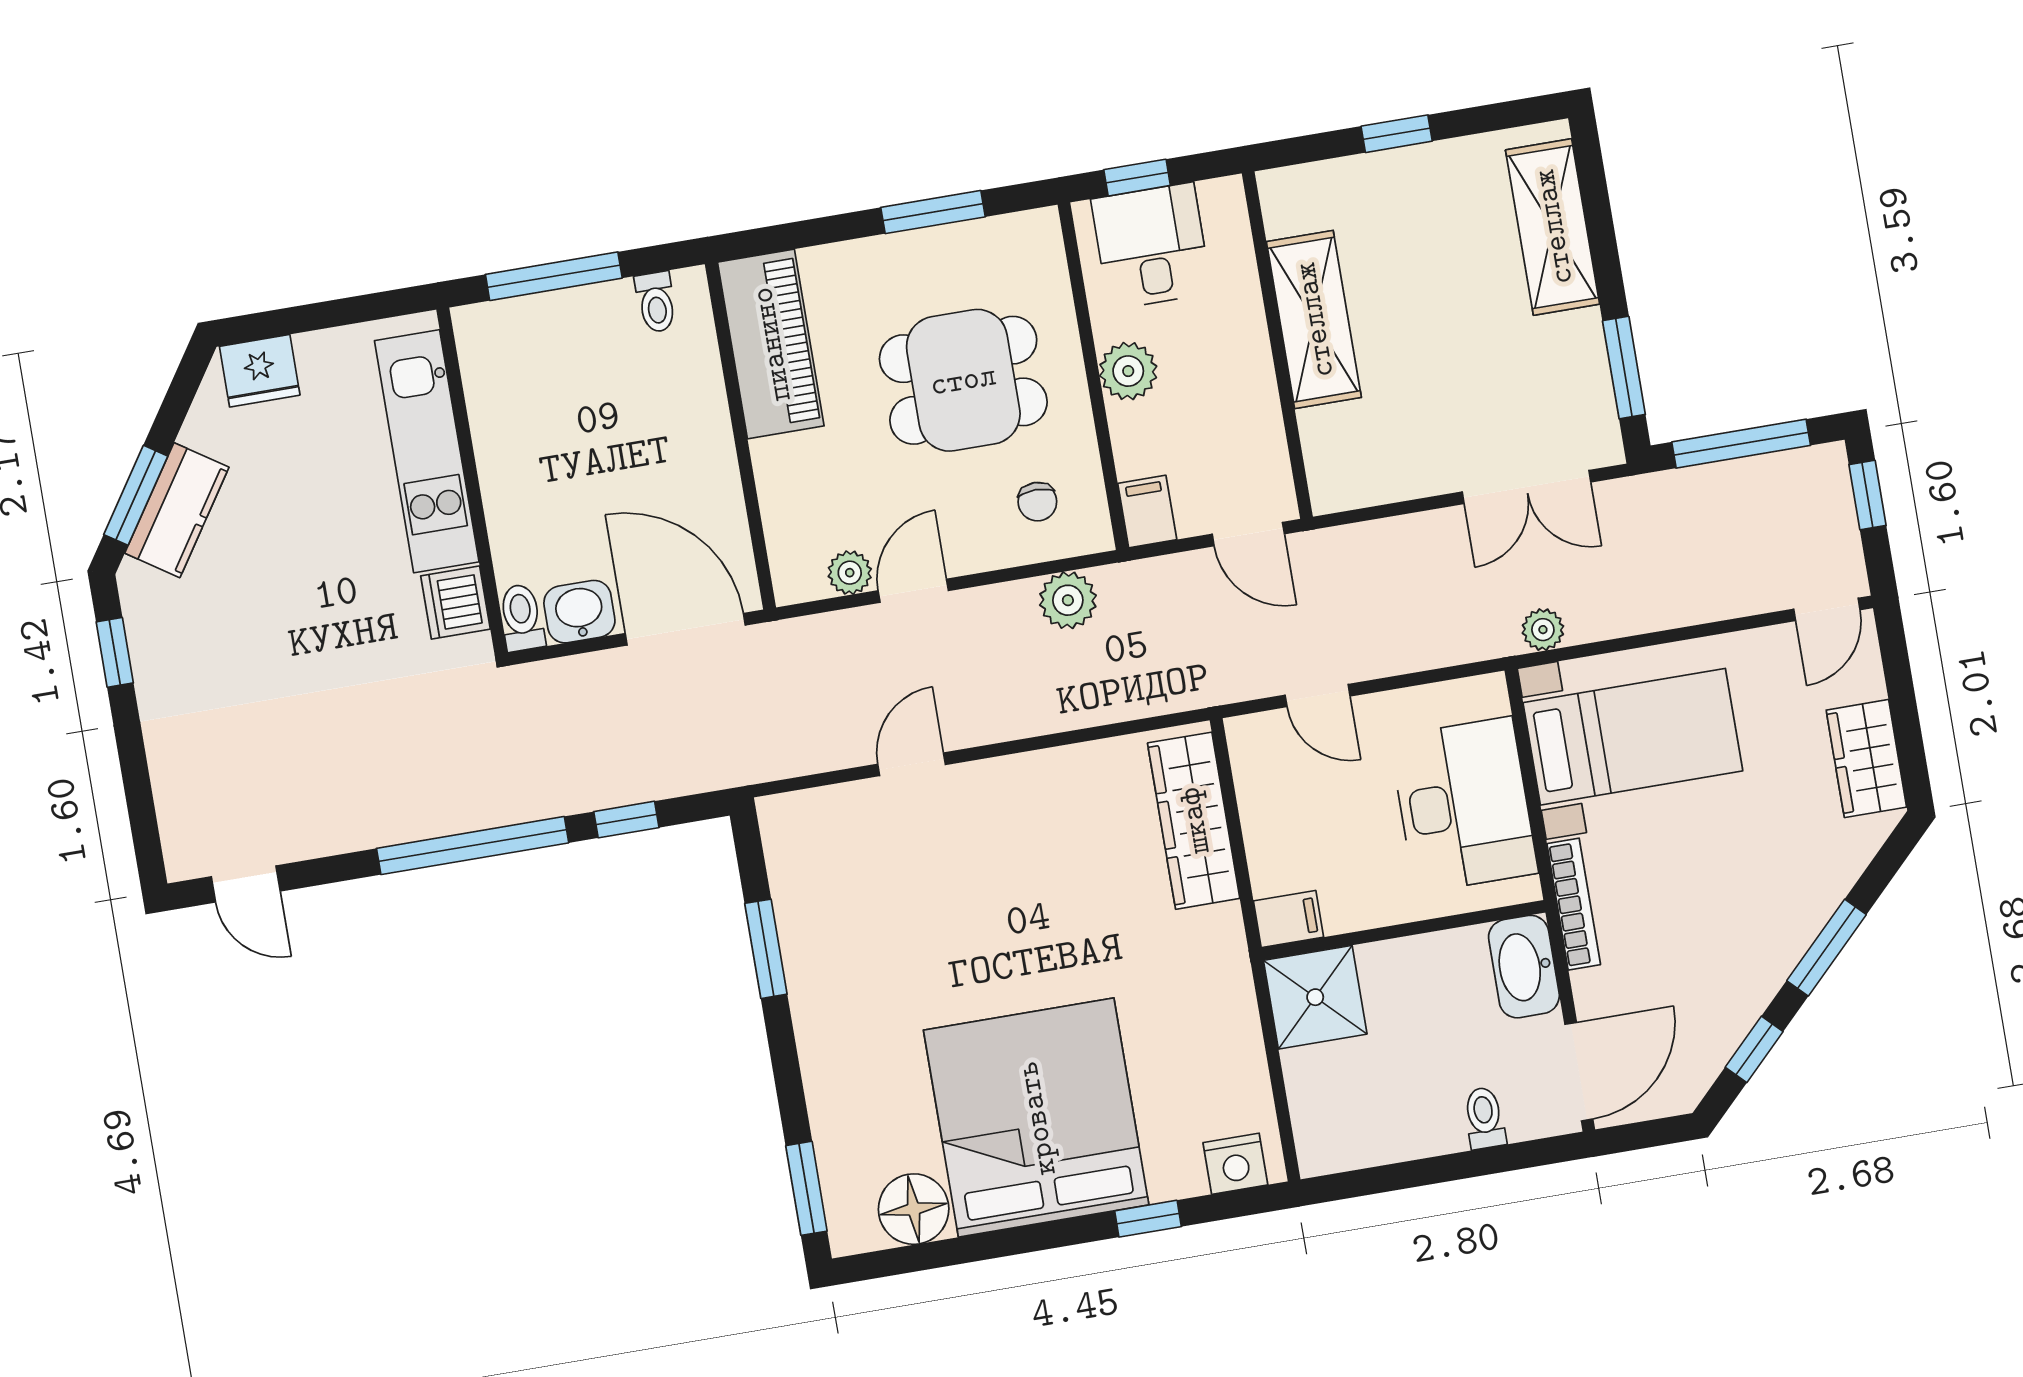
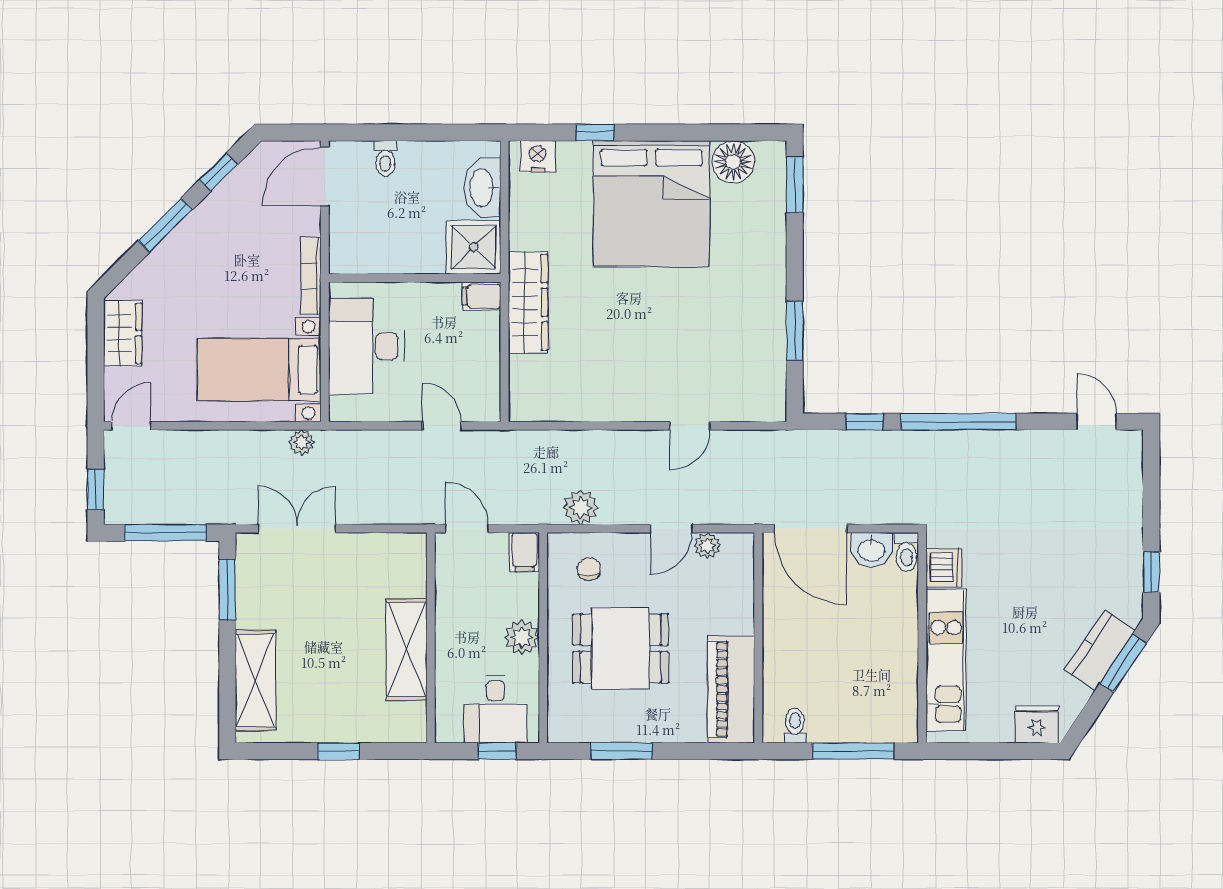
wardrobe: (1194, 821) -> (528, 302), moved
washbasin: (1524, 967) -> (482, 188), moved, turned 180

